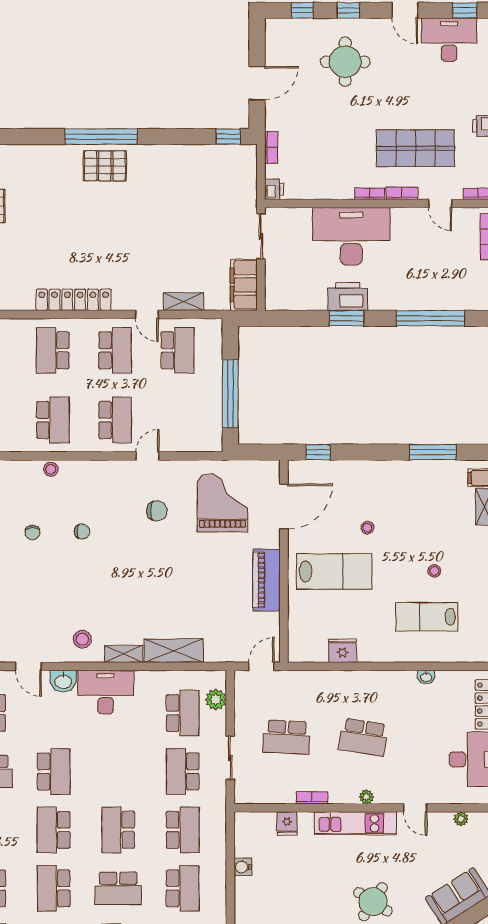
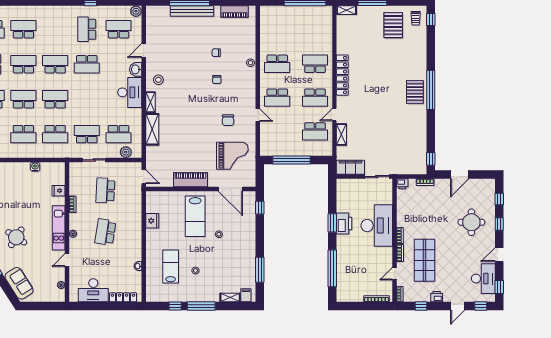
door: (257, 83) -> (460, 174), hinge flipped
school desk: (118, 888) -> (23, 99), turned 90

